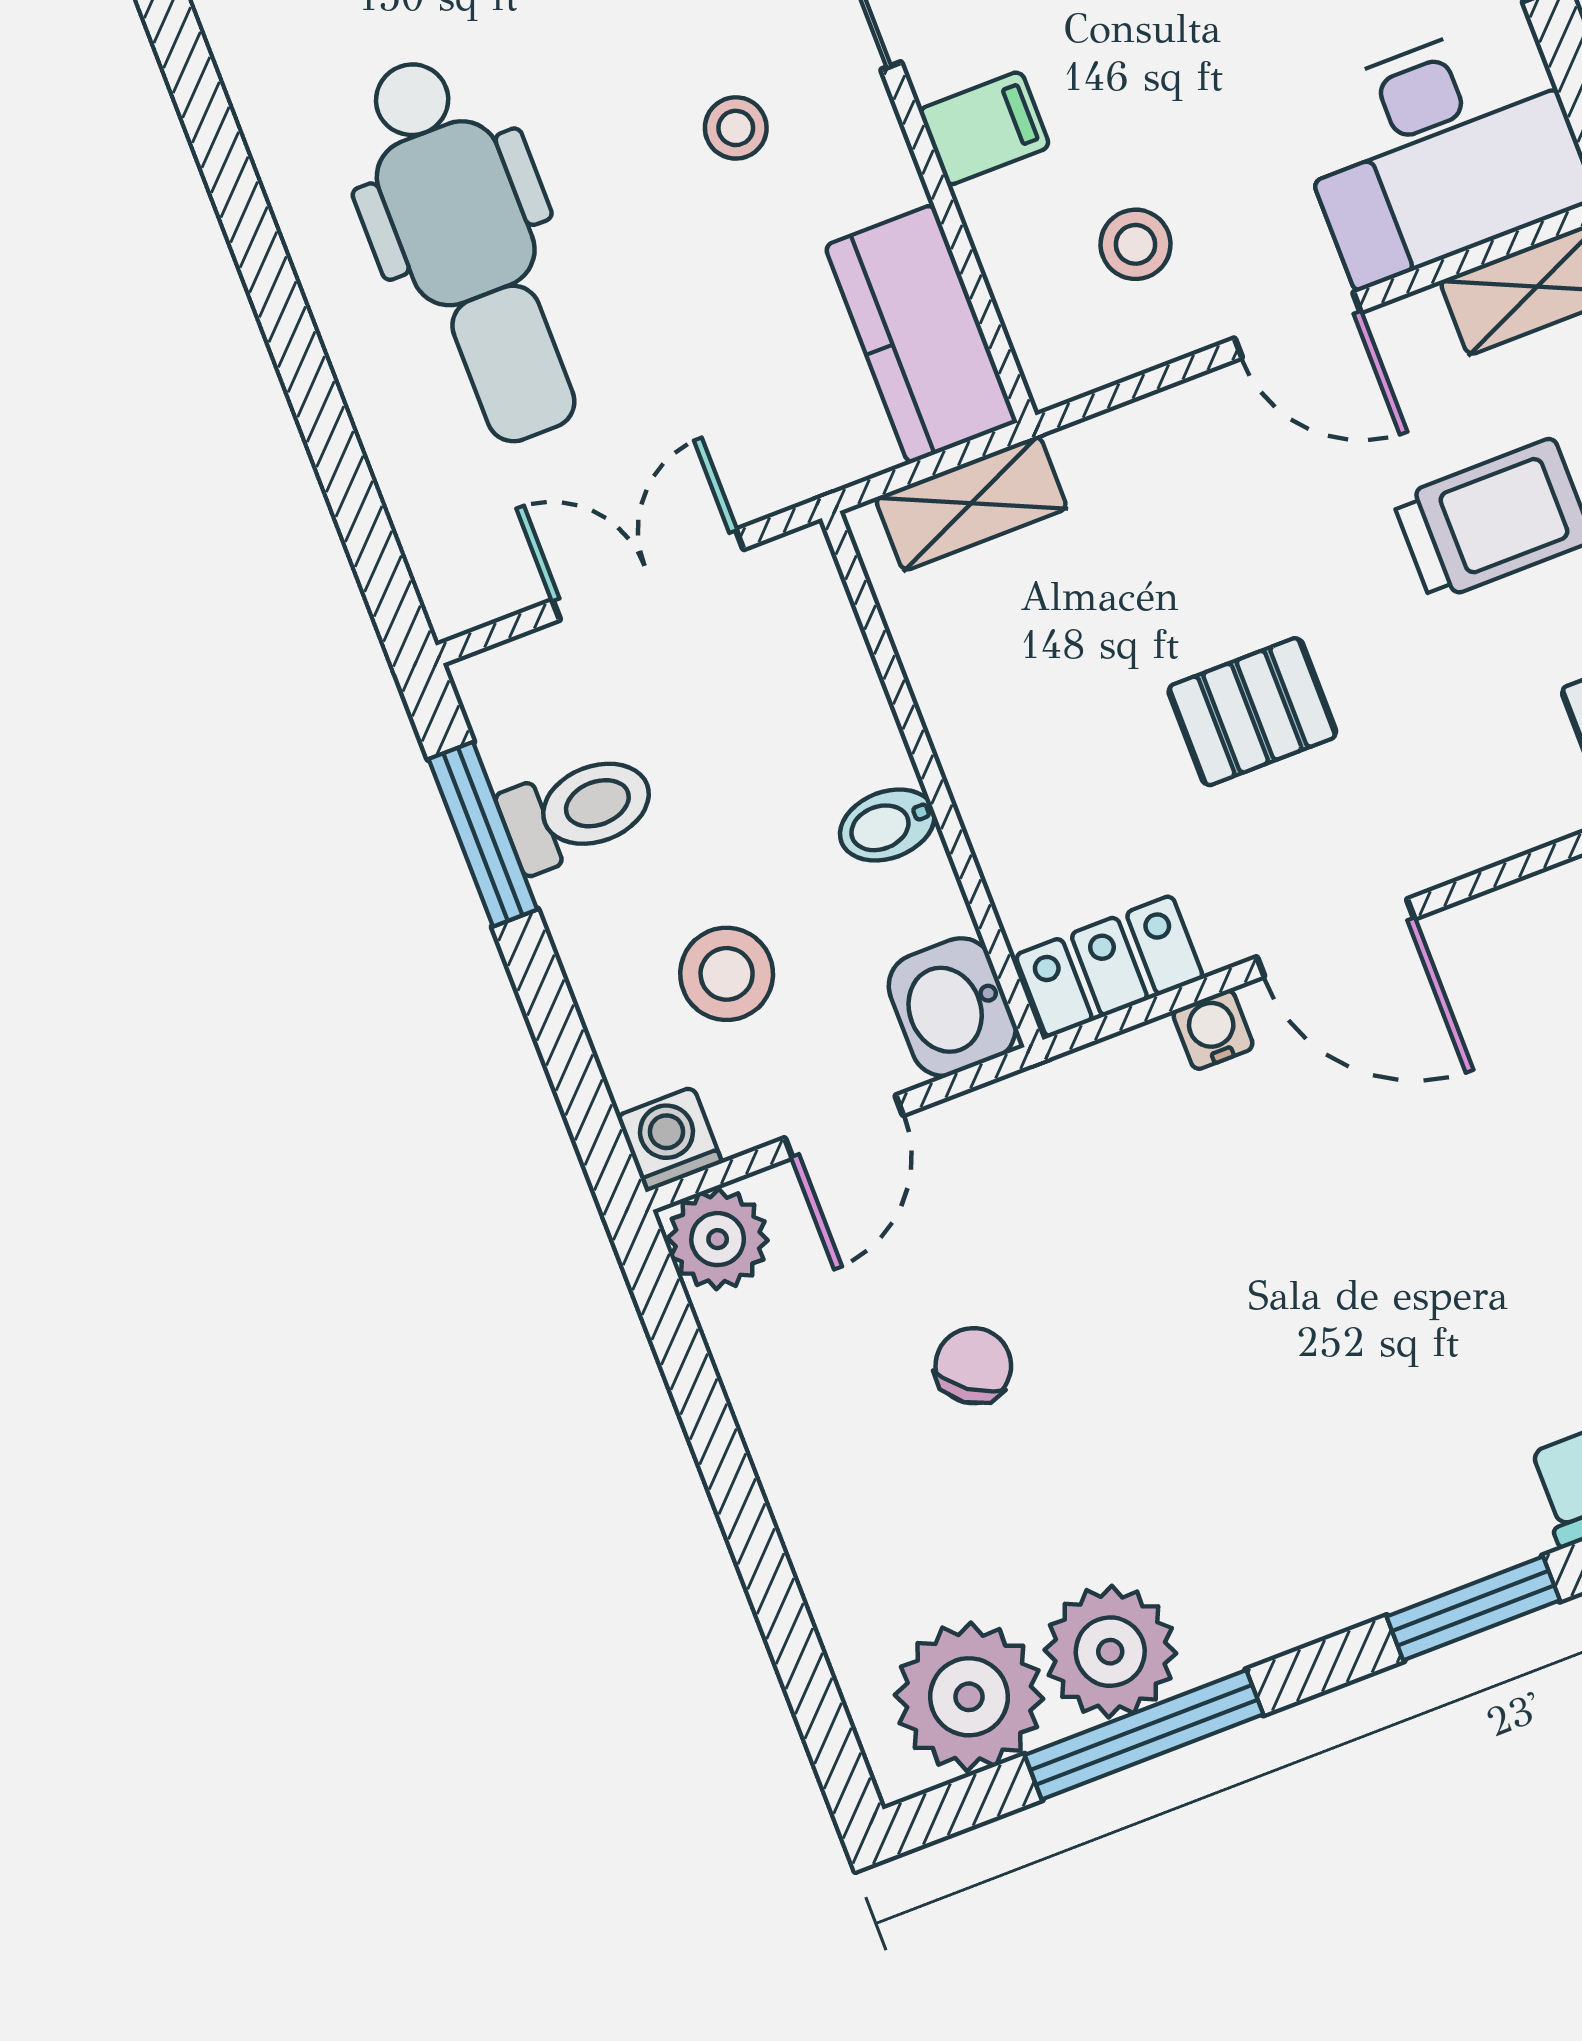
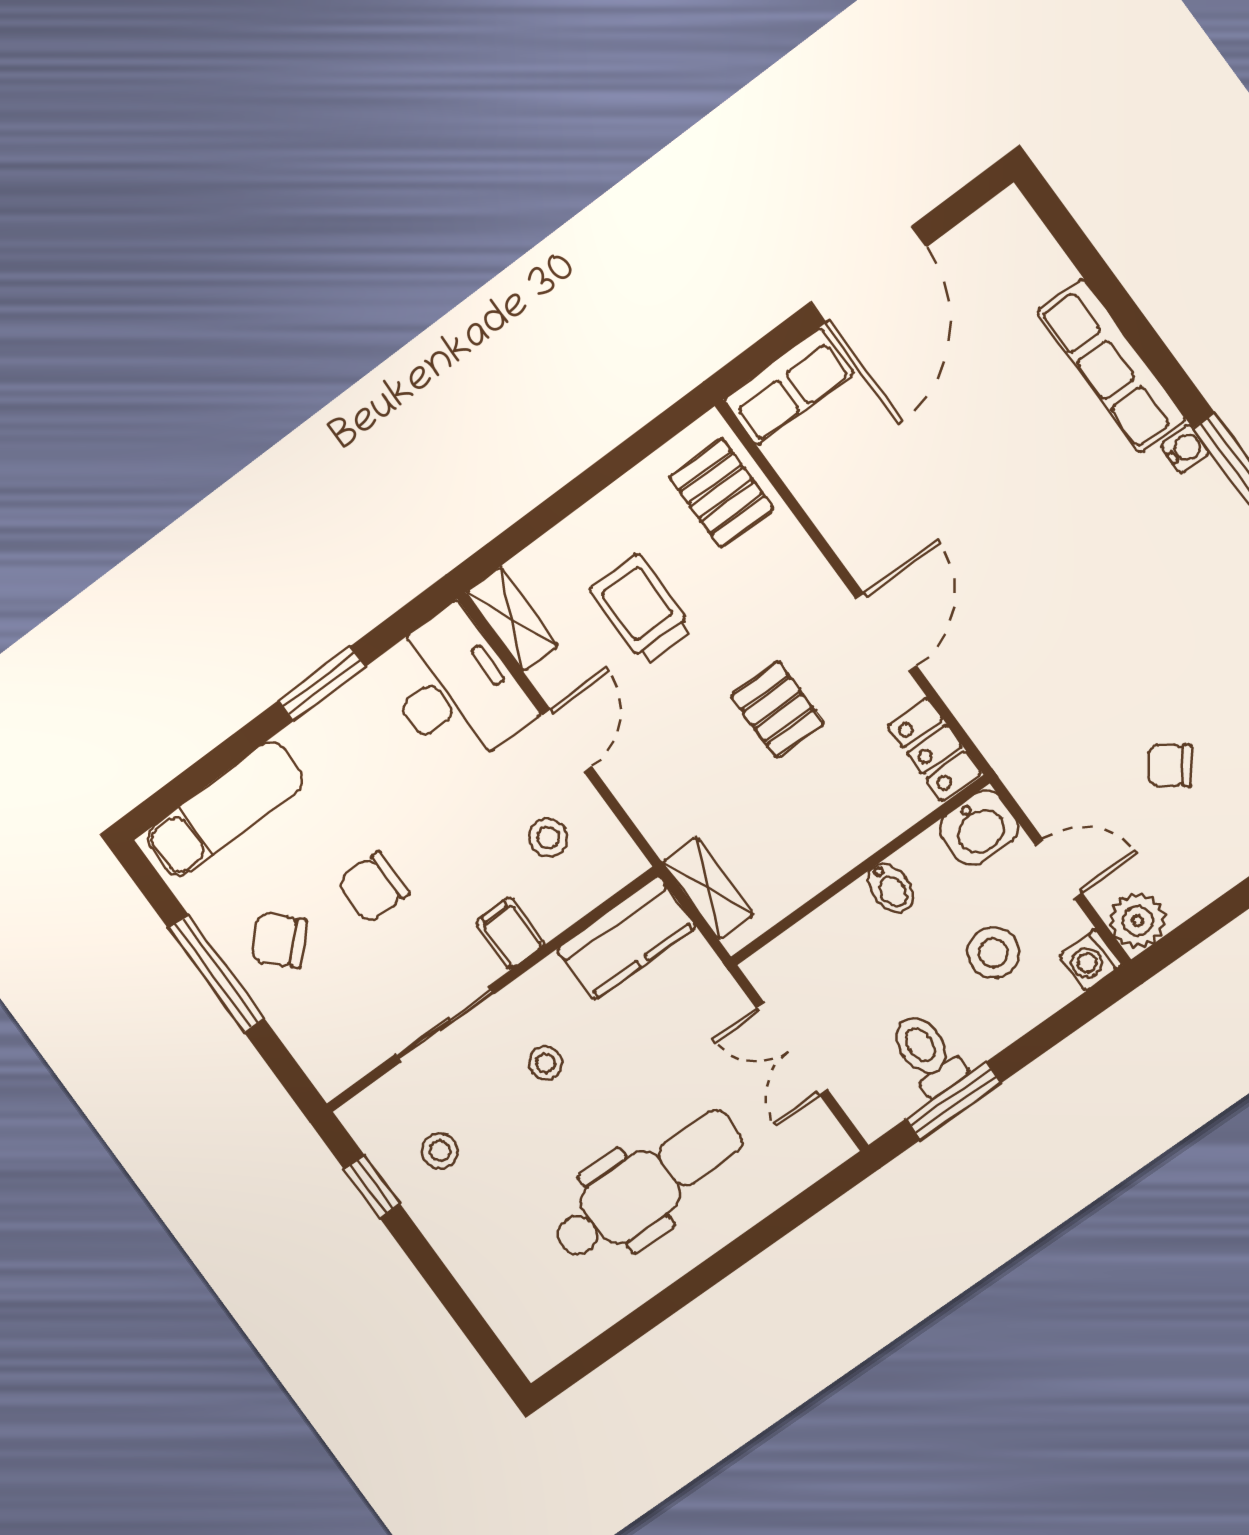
water cooler: (1213, 1030) -> (1185, 449), moved, turned 180

